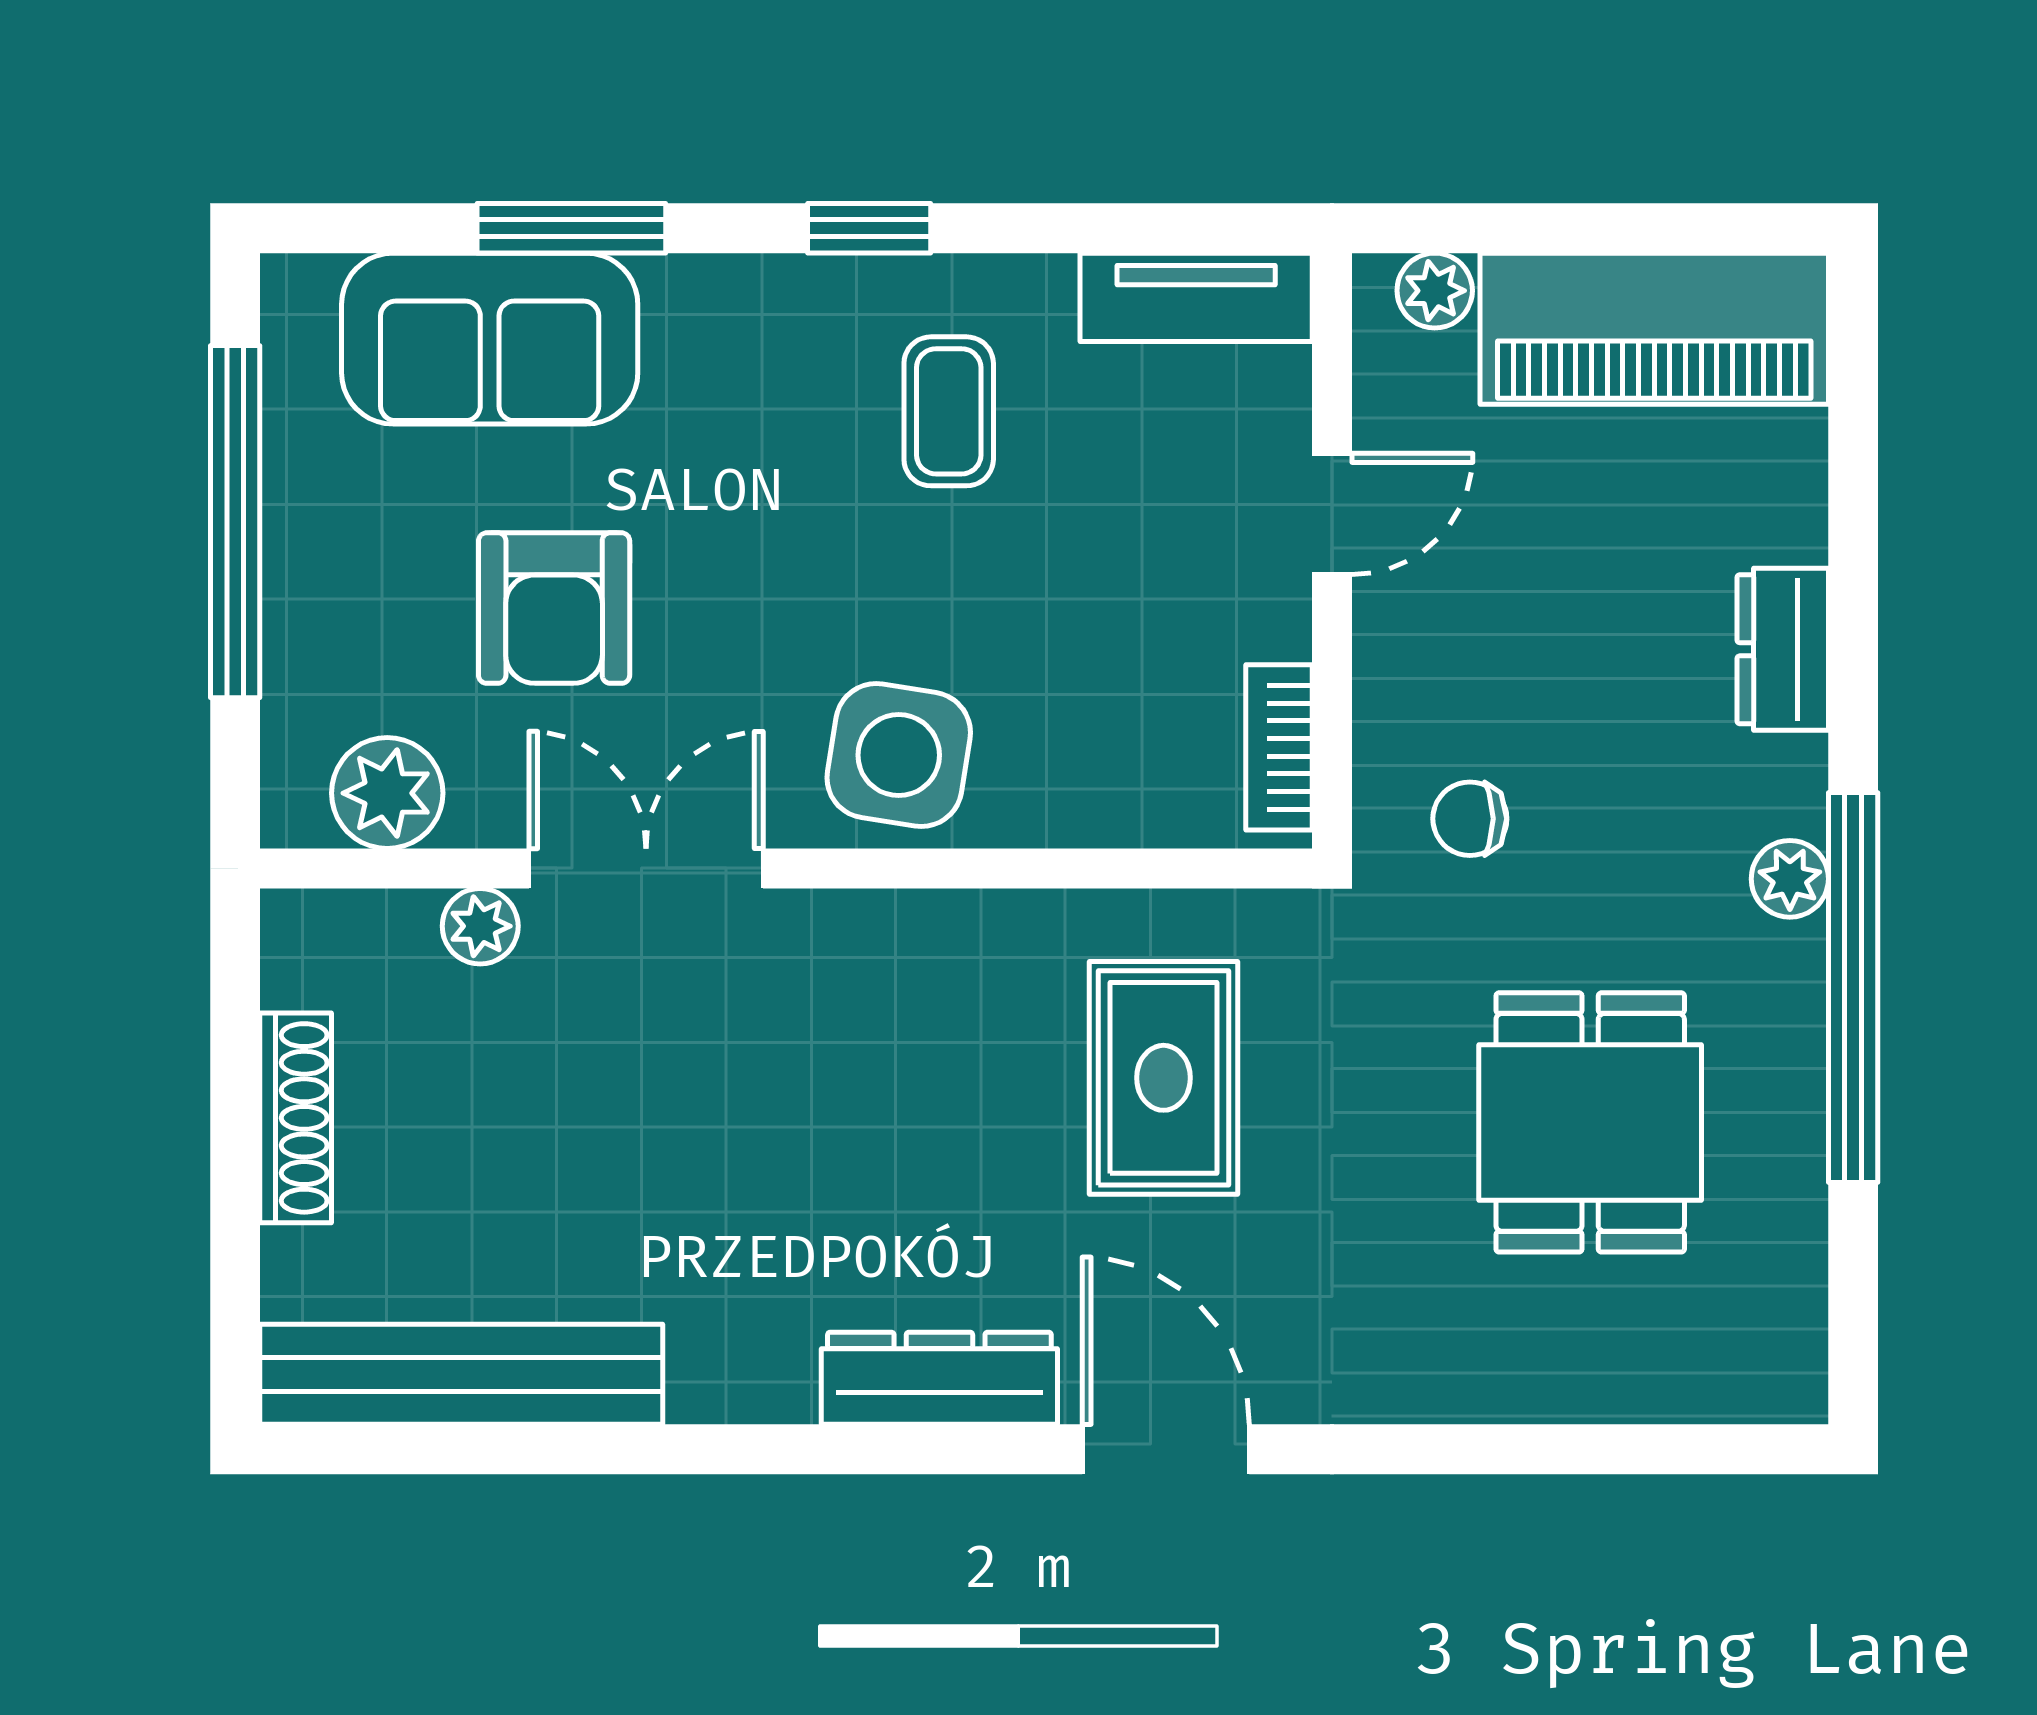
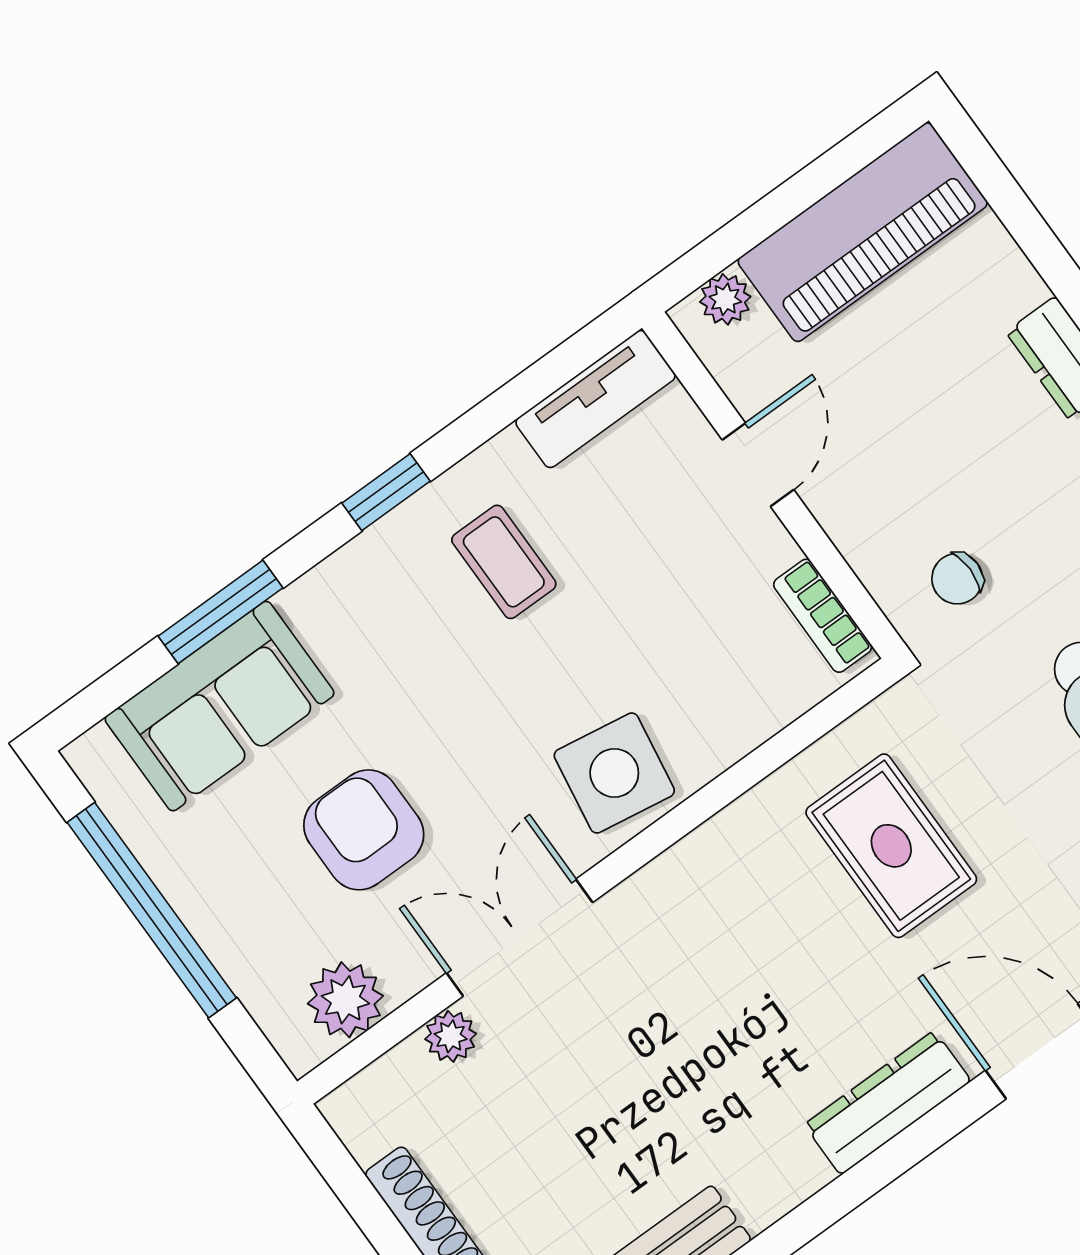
armchair: (554, 608) -> (364, 830), turned 180

